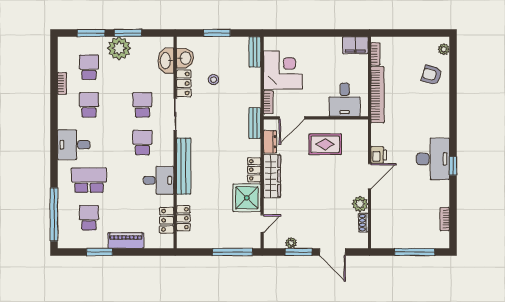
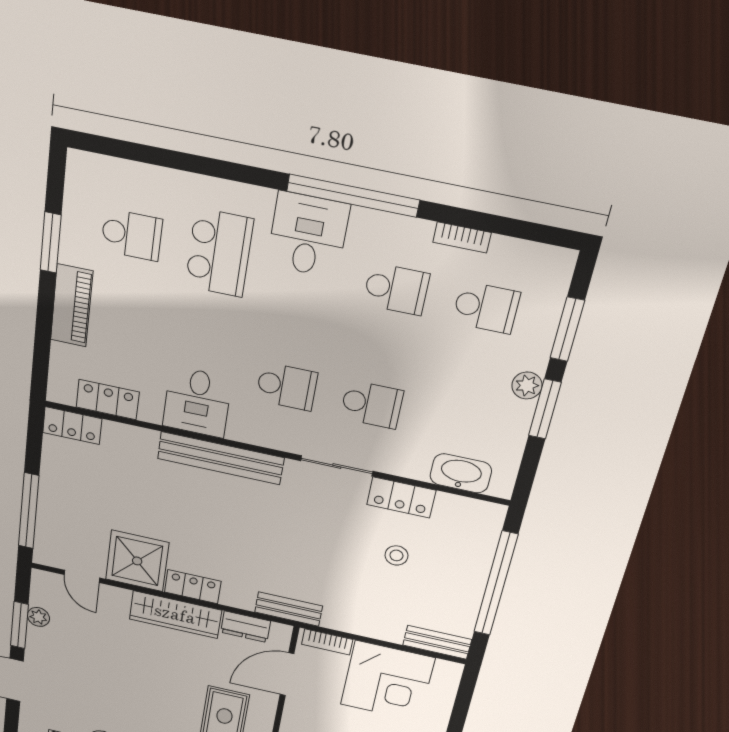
window: (217, 33) -> (496, 584), width x2.11
plant: (119, 48) -> (527, 385), width x0.53, depth x0.53
washbasin: (185, 58) -> (457, 512), removed
door: (292, 118) -> (287, 674), hinge flipped
window: (54, 214) -> (353, 196), moved
locker: (183, 218) -> (72, 426), moved

